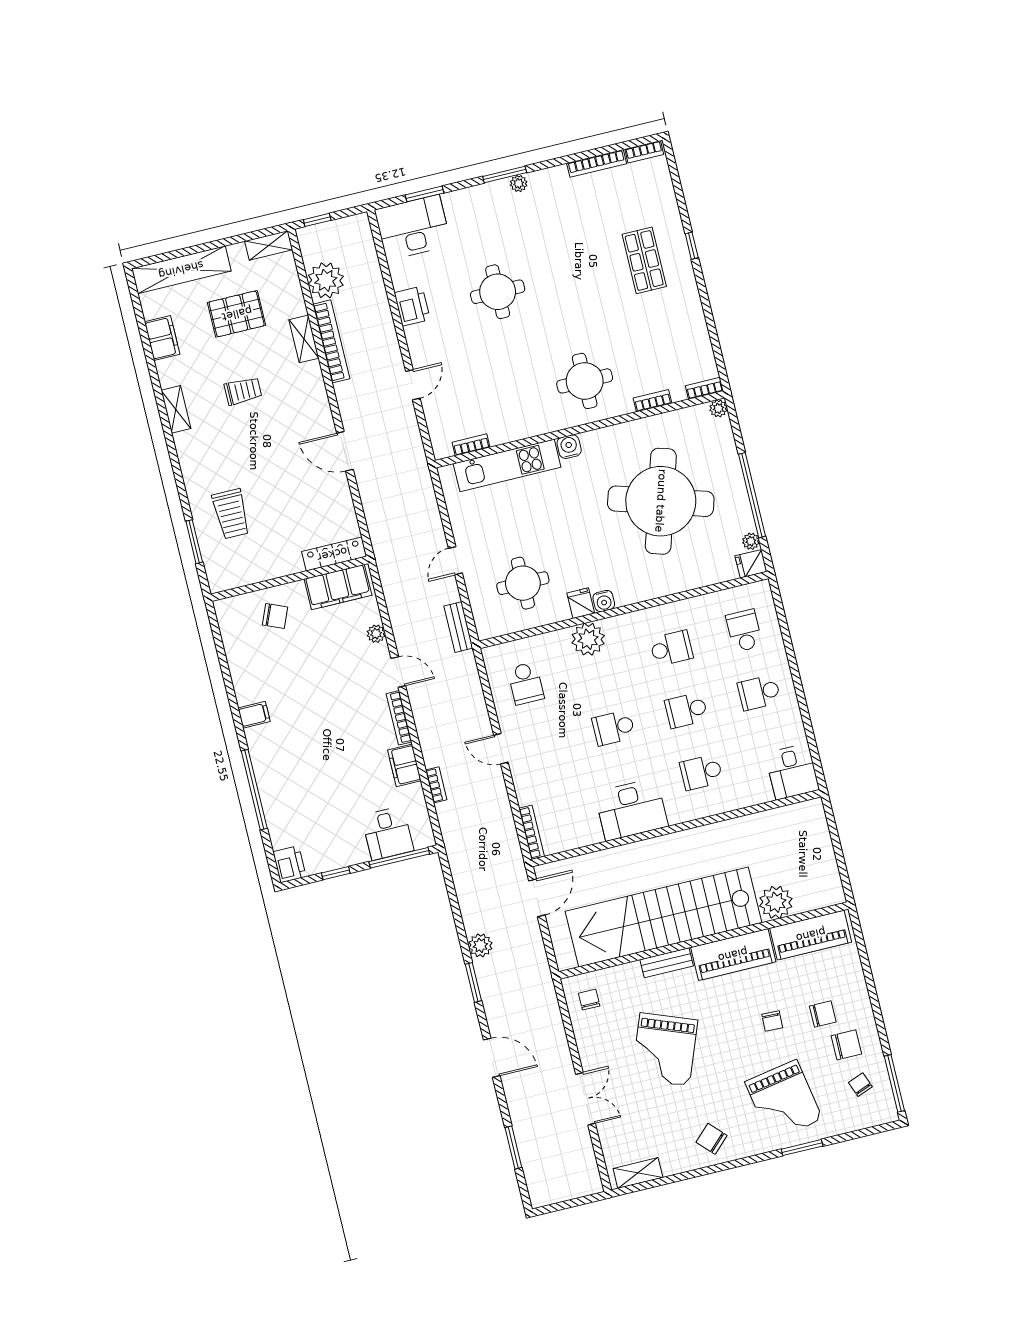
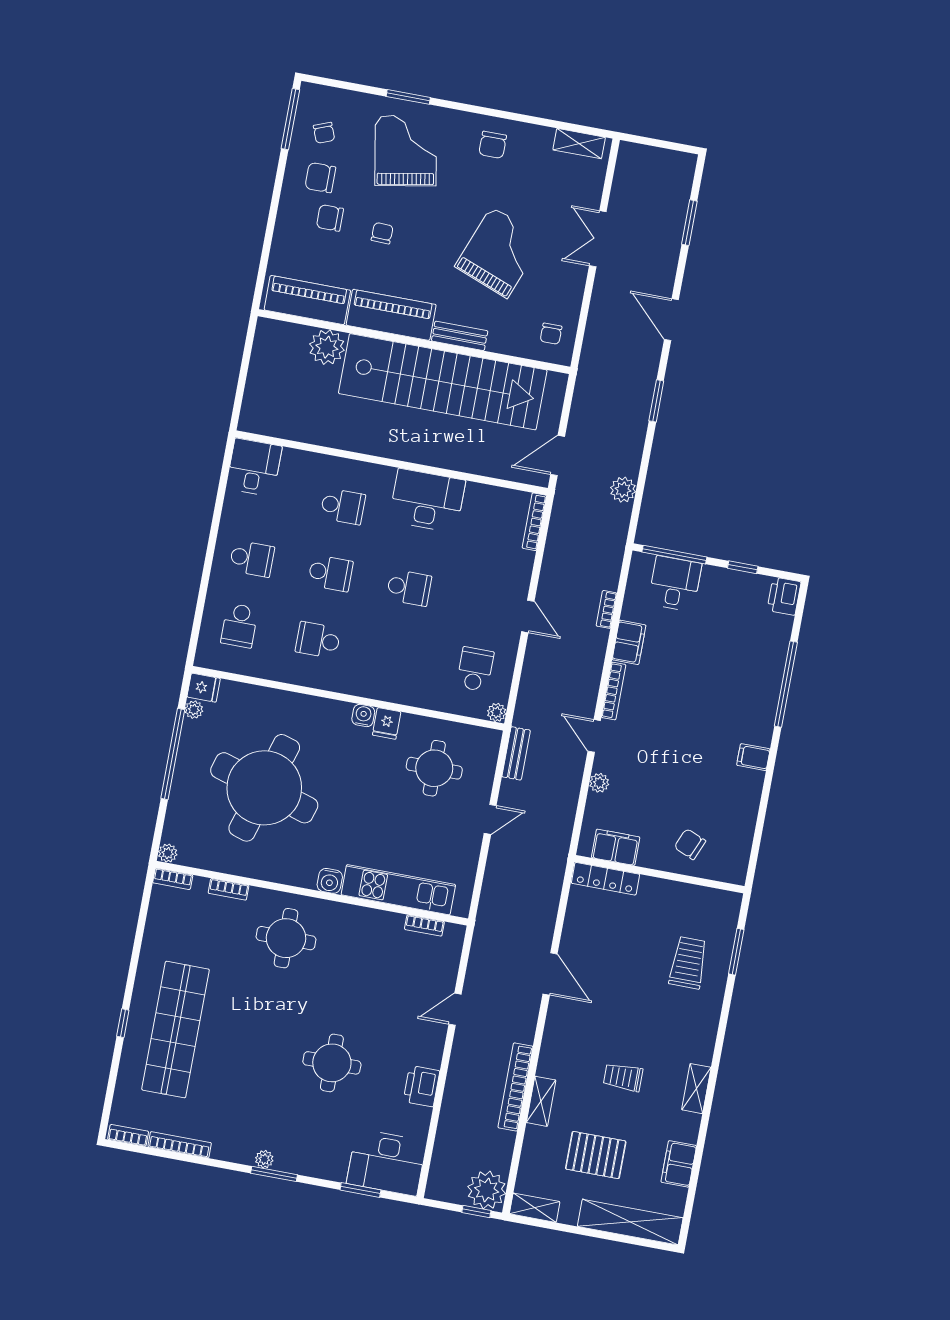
shop shelf: (644, 260) -> (176, 1030), width x2.00, depth x1.36
plant: (326, 280) -> (487, 1190), moved
filing cabinet: (338, 587) -> (616, 847), width x0.67, depth x0.86
plant: (588, 639) -> (497, 712), moved, width x0.53, depth x0.53
plant: (480, 945) -> (623, 490), moved
chair: (712, 1139) -> (493, 145), turned 44

